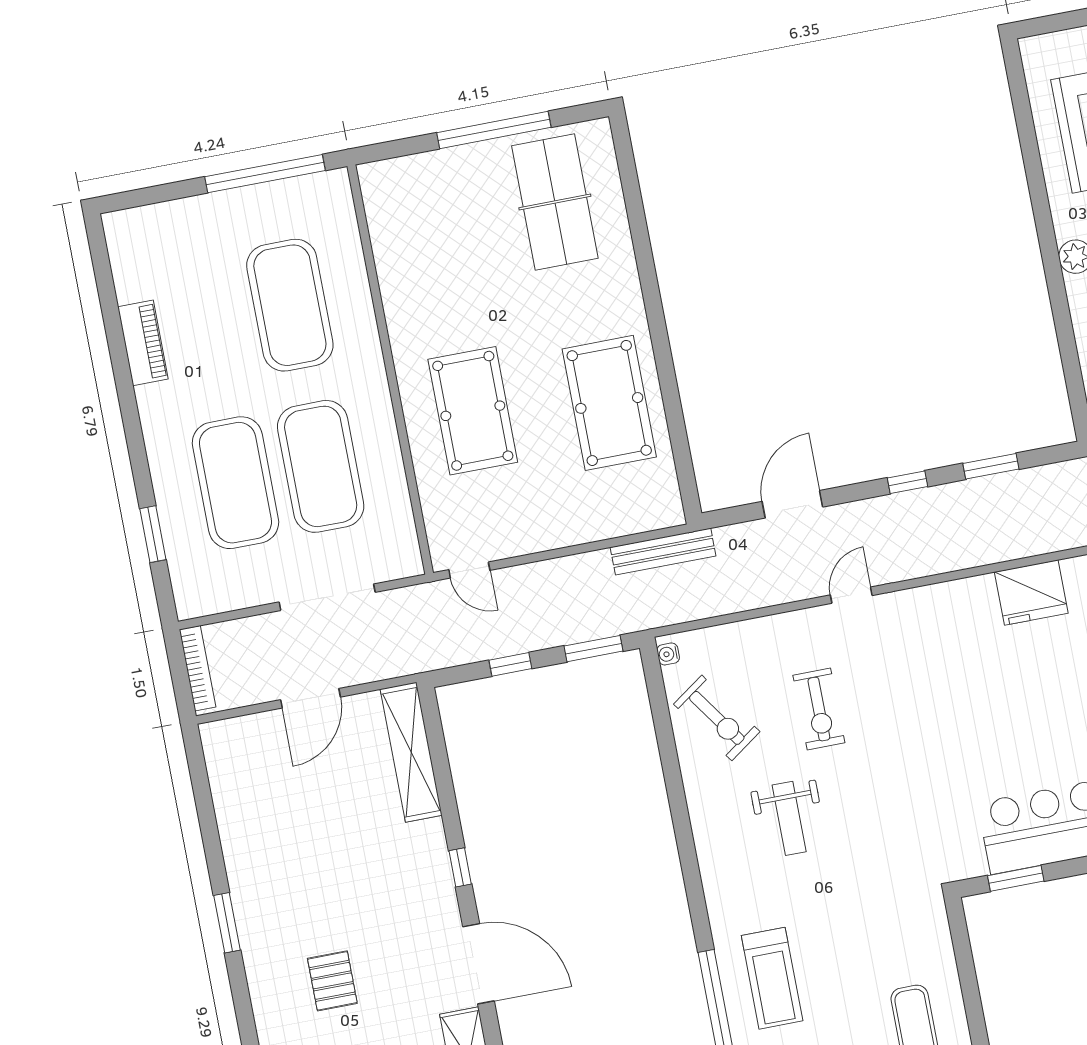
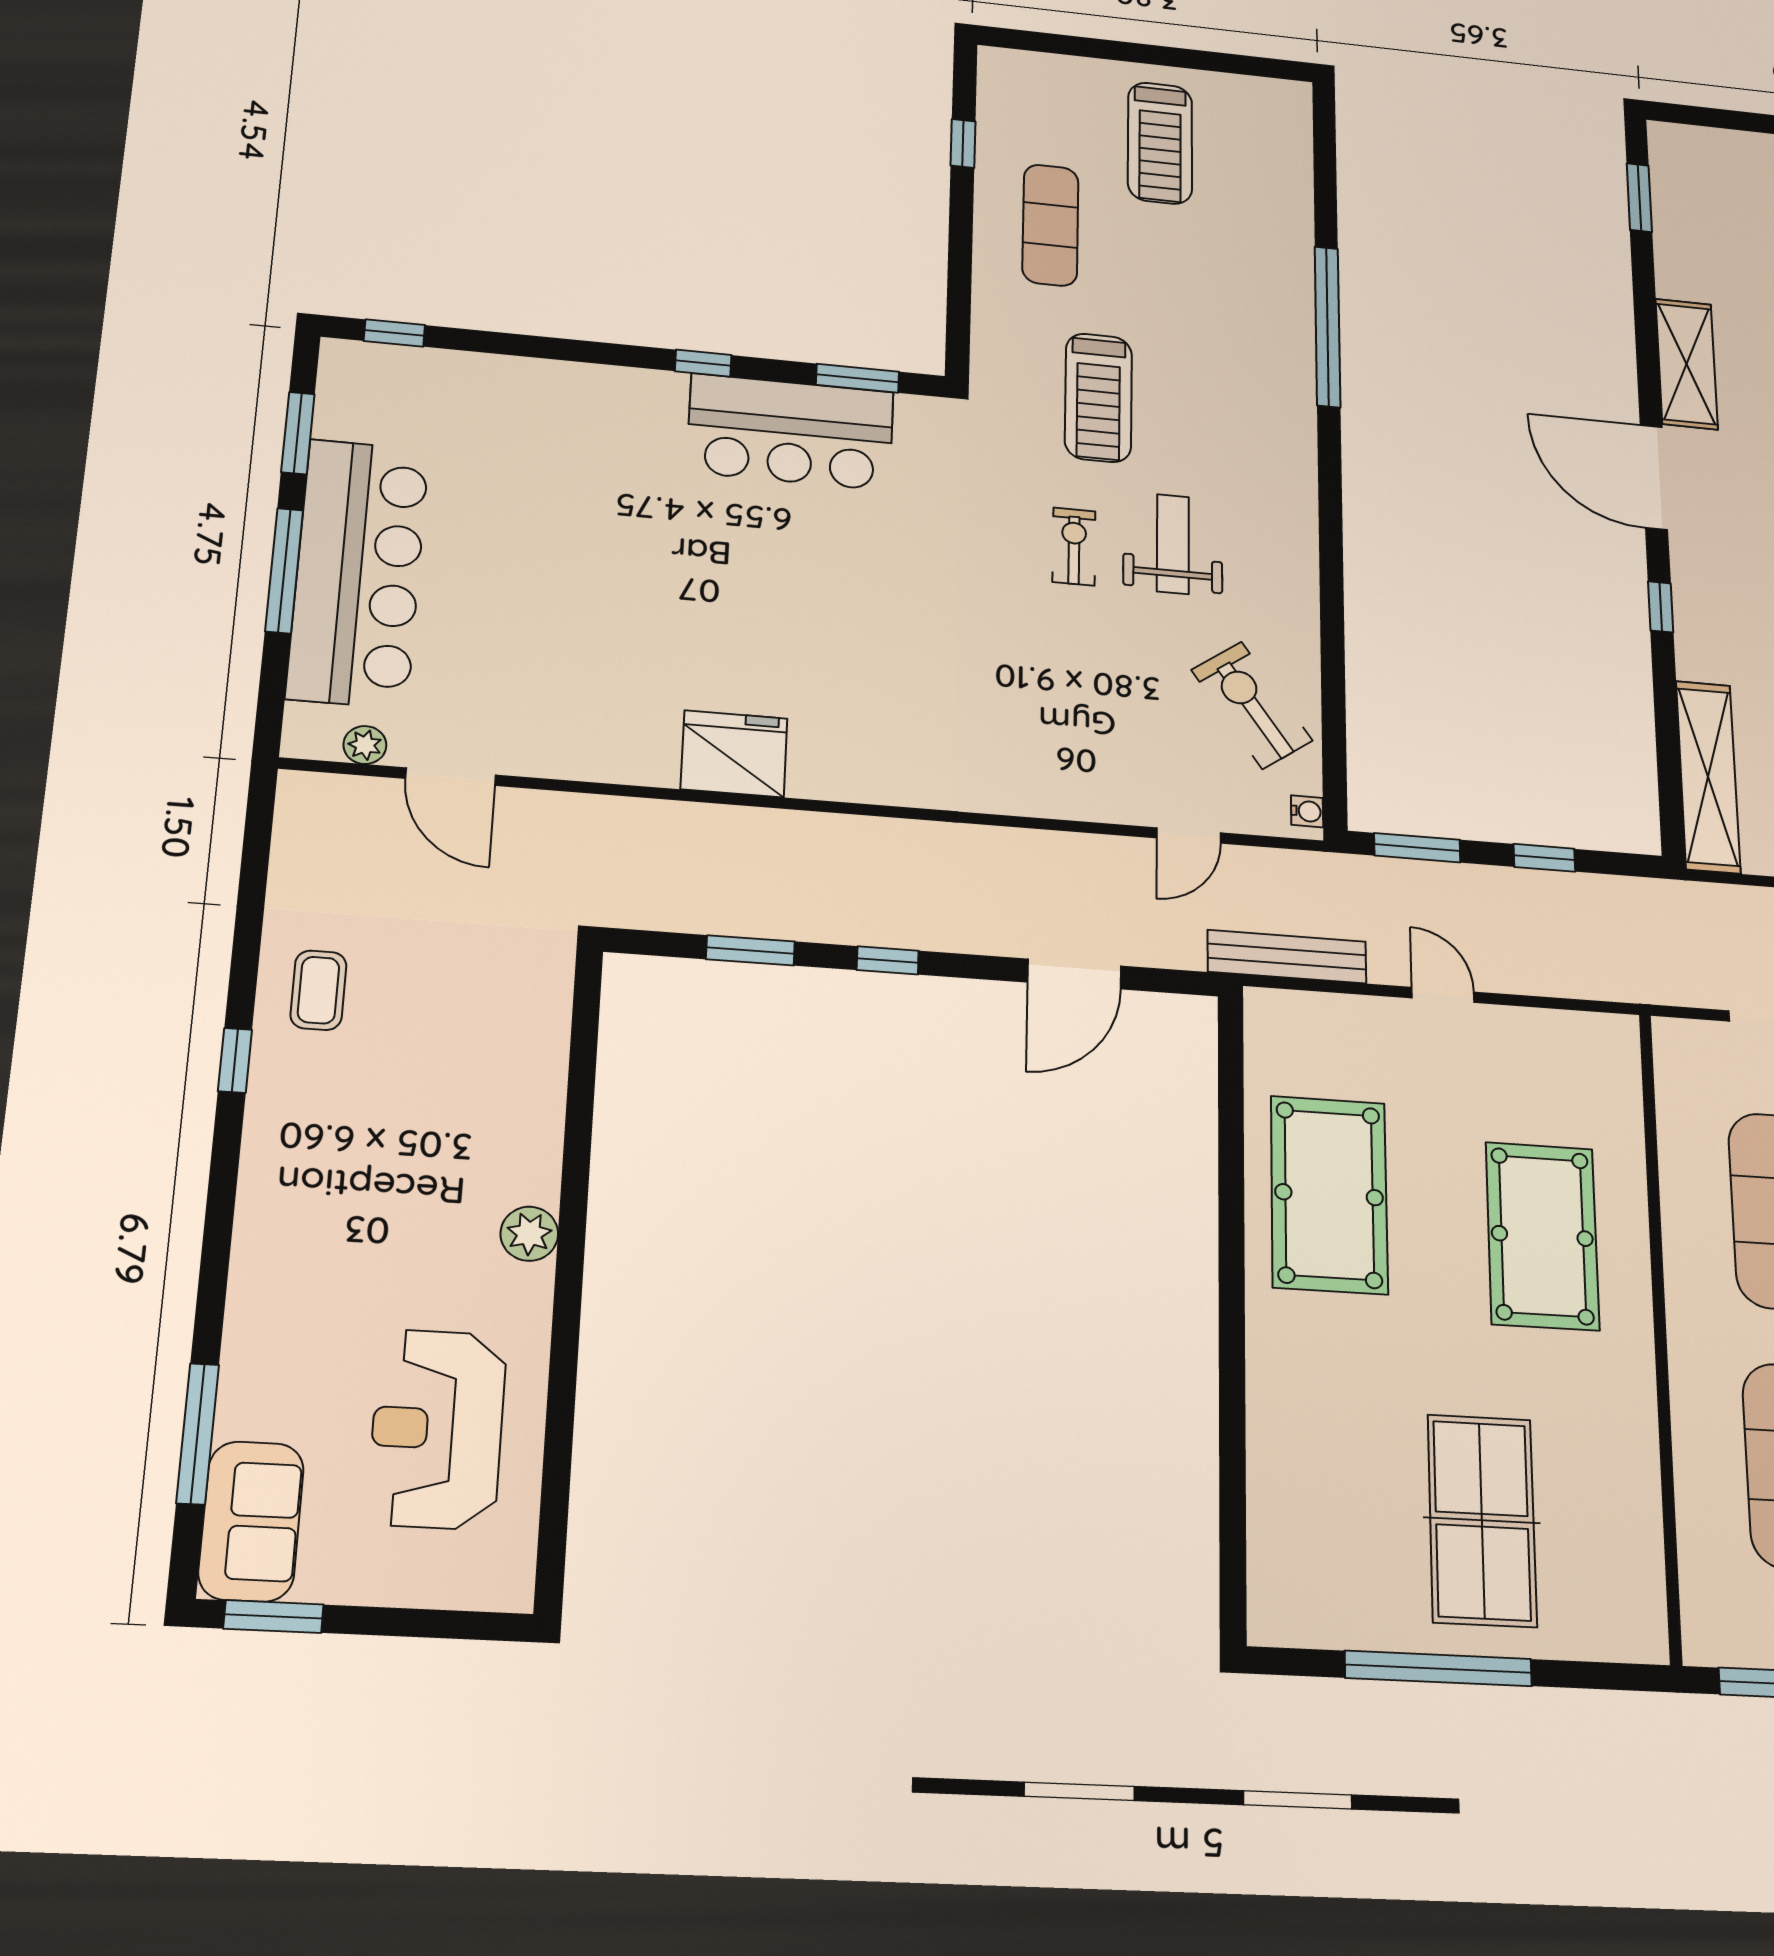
table tennis table: (555, 202) -> (1482, 1520), moved
door: (469, 570) -> (1443, 995), moved
door: (851, 595) -> (1189, 835), moved
exercise bike: (819, 709) -> (1074, 547), moved, width x0.73, depth x0.72
treadmill: (772, 978) -> (1098, 398), moved, turned 180

